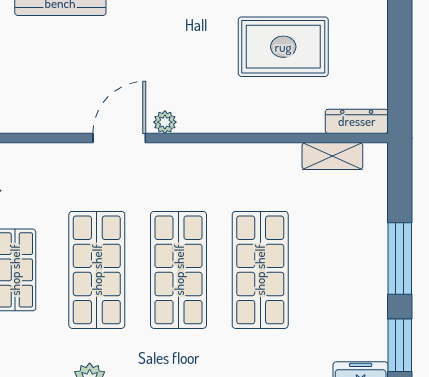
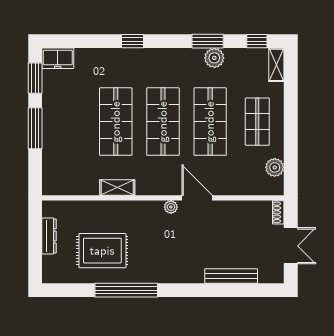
dresser: (357, 121) -> (49, 236), moved, turned -90
door: (119, 138) -> (197, 198), swing flipped
shelving: (332, 156) -> (117, 187), moved

